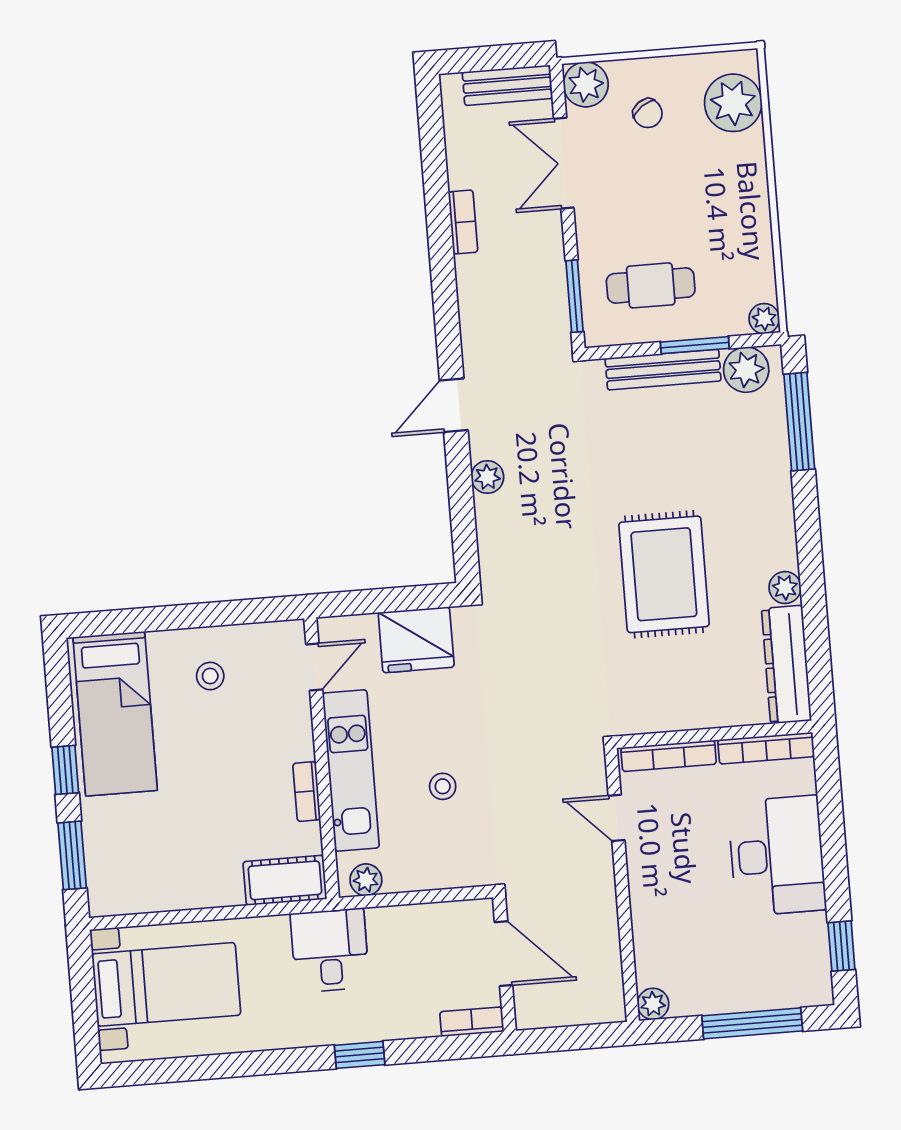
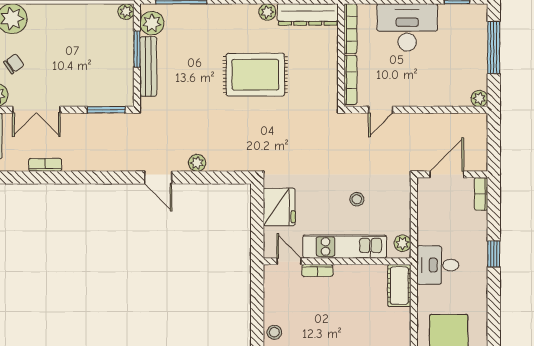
bookcase: (463, 222) -> (45, 165), moved
cafe table: (651, 285) -> (104, 69), removed
stool: (210, 676) -> (274, 332), moved
bookcase: (307, 792) -> (317, 270), moved

